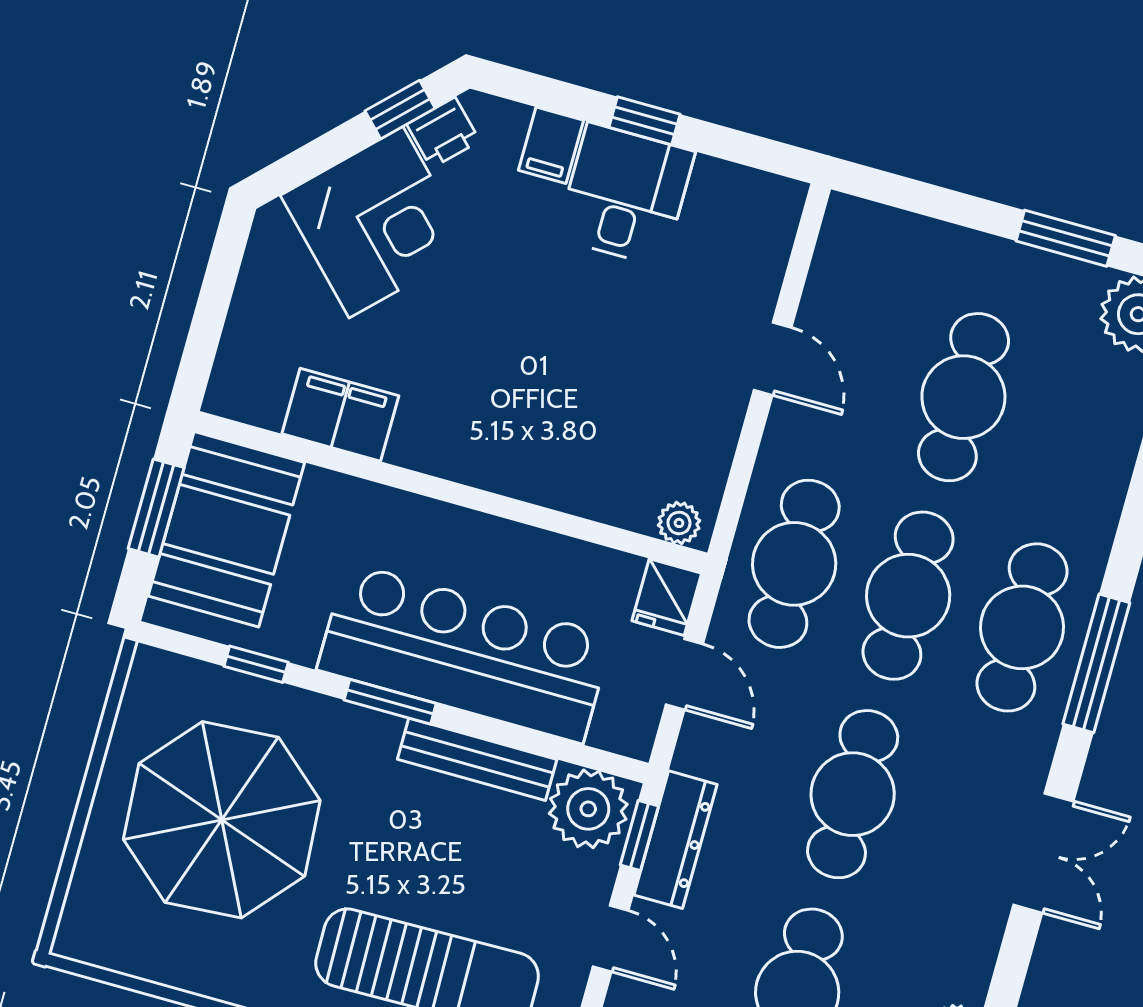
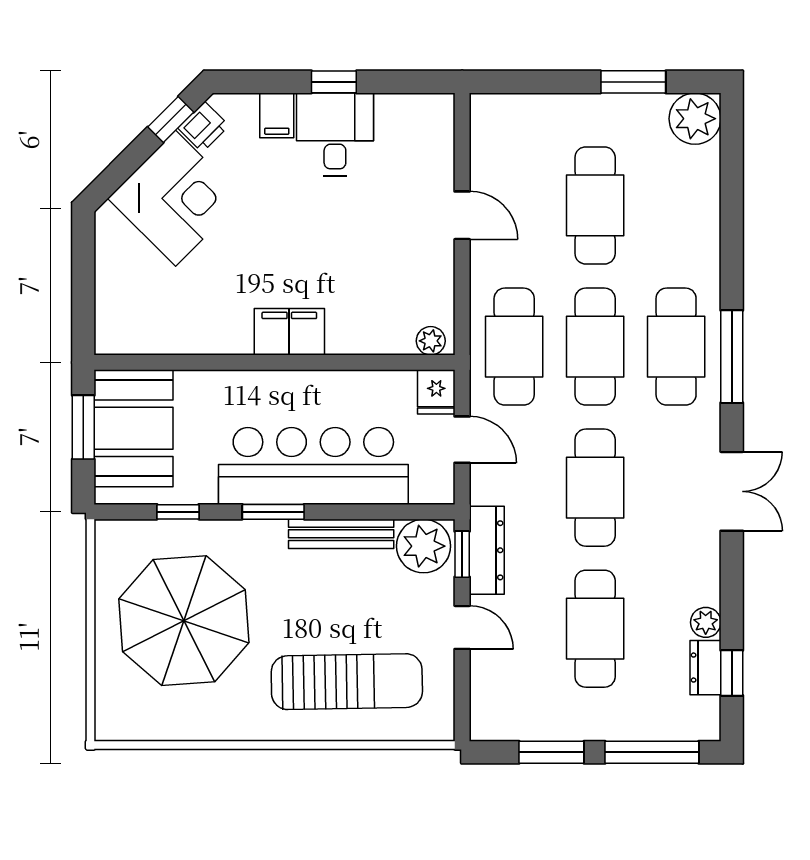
filing cabinet: (340, 415) -> (289, 332), moved

